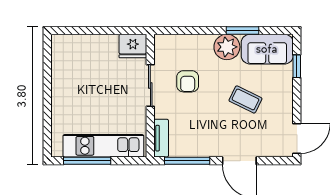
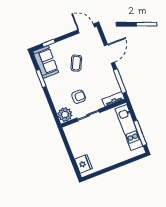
fridge: (133, 46) -> (83, 164), moved
plant: (227, 47) -> (65, 114), moved

